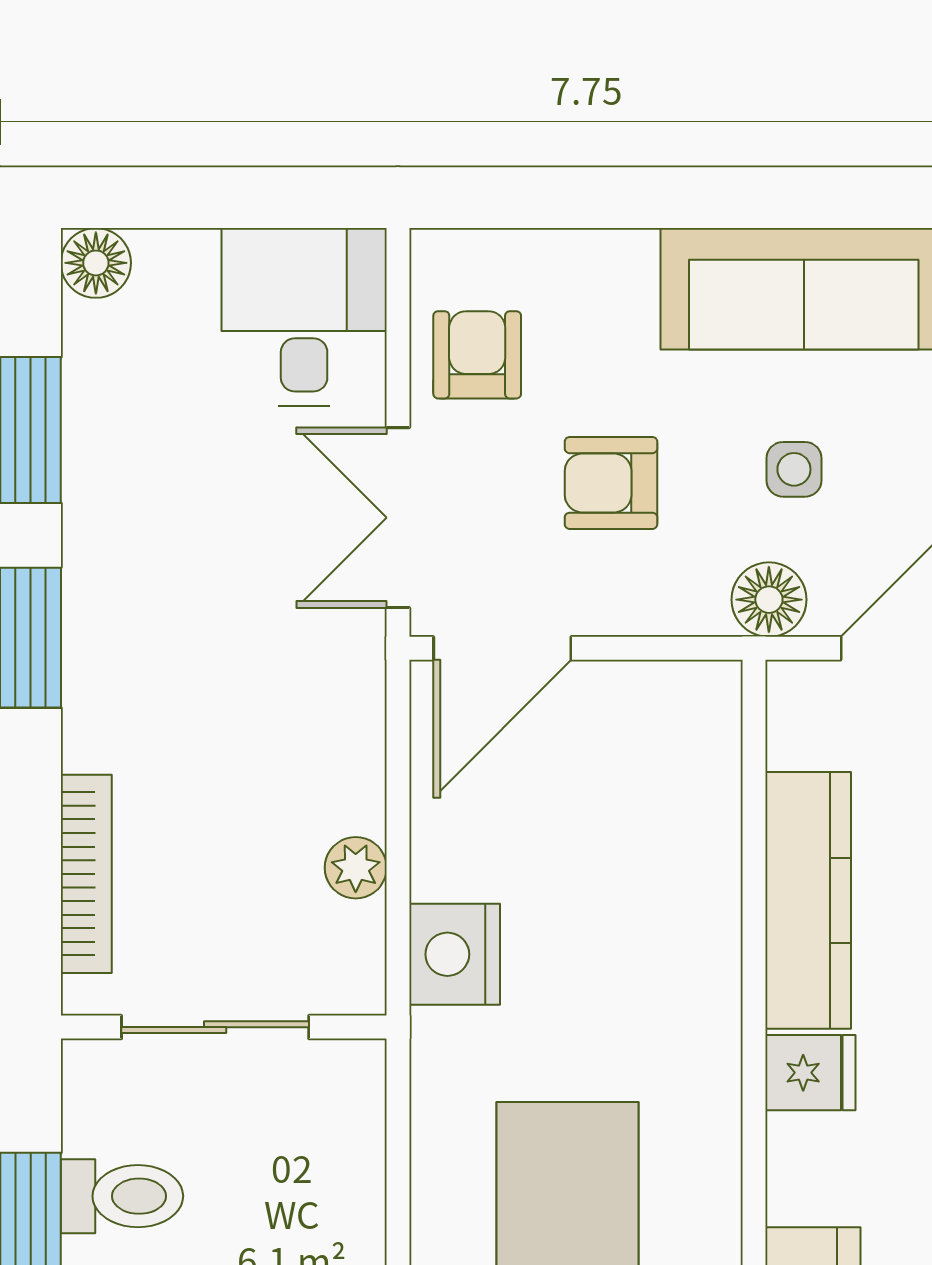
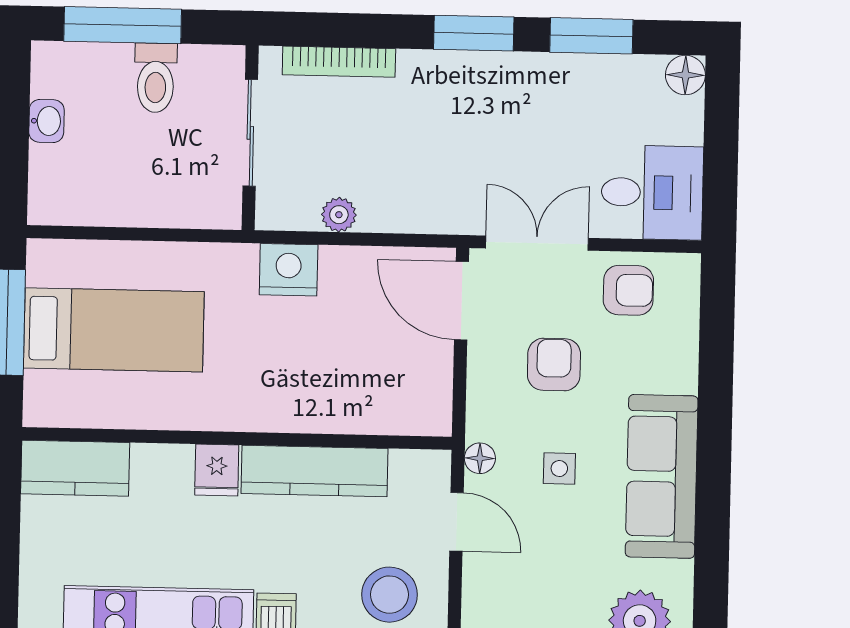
floor lamp: (769, 600) -> (480, 458), width x0.73, depth x0.73

